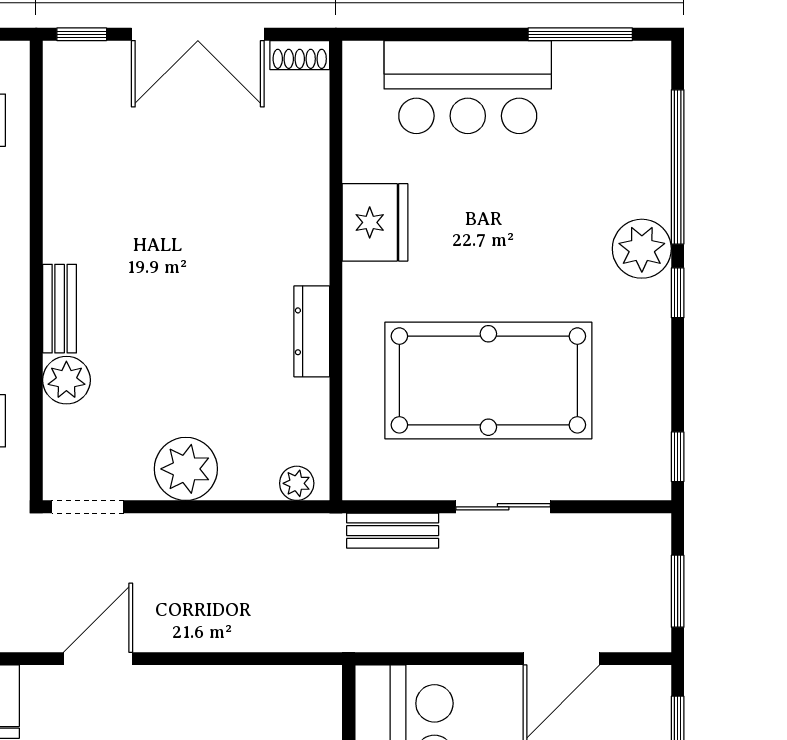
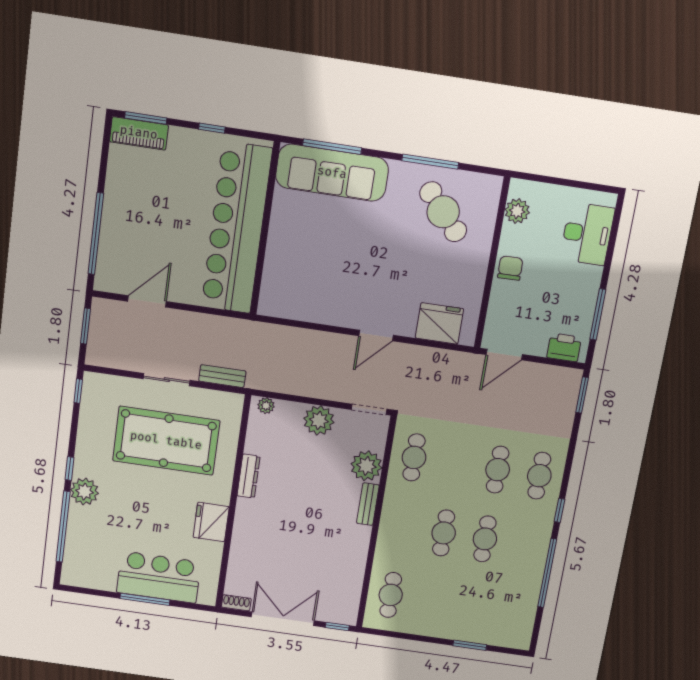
window: (580, 34) -> (145, 599), moved
plant: (66, 380) -> (366, 466), width x1.36, depth x1.36

